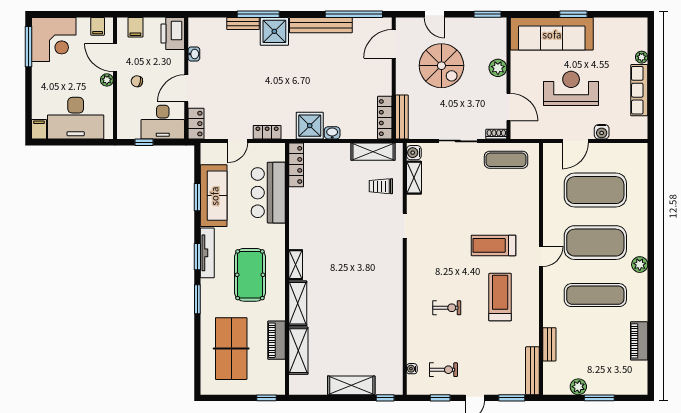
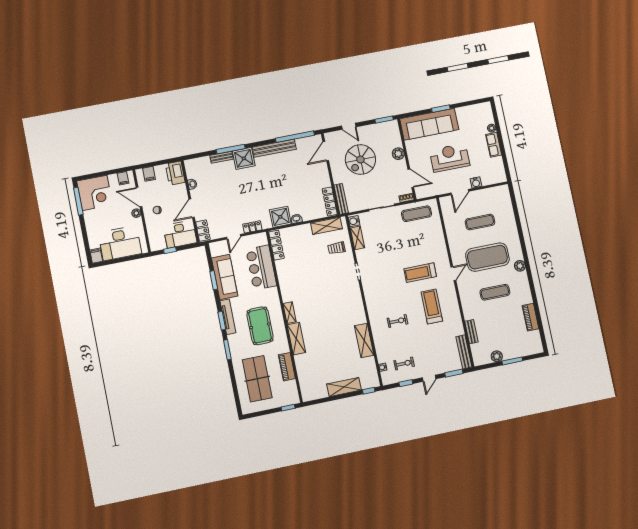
spiral stairs: (441, 66) -> (360, 160), turned 90
row of seats: (639, 90) -> (494, 145), width x0.68
exercise mat: (595, 190) -> (480, 222), width x0.50, depth x0.69
exercise mat: (595, 295) -> (495, 292), width x0.73, depth x0.69
shelving: (298, 351) -> (364, 340), moved

